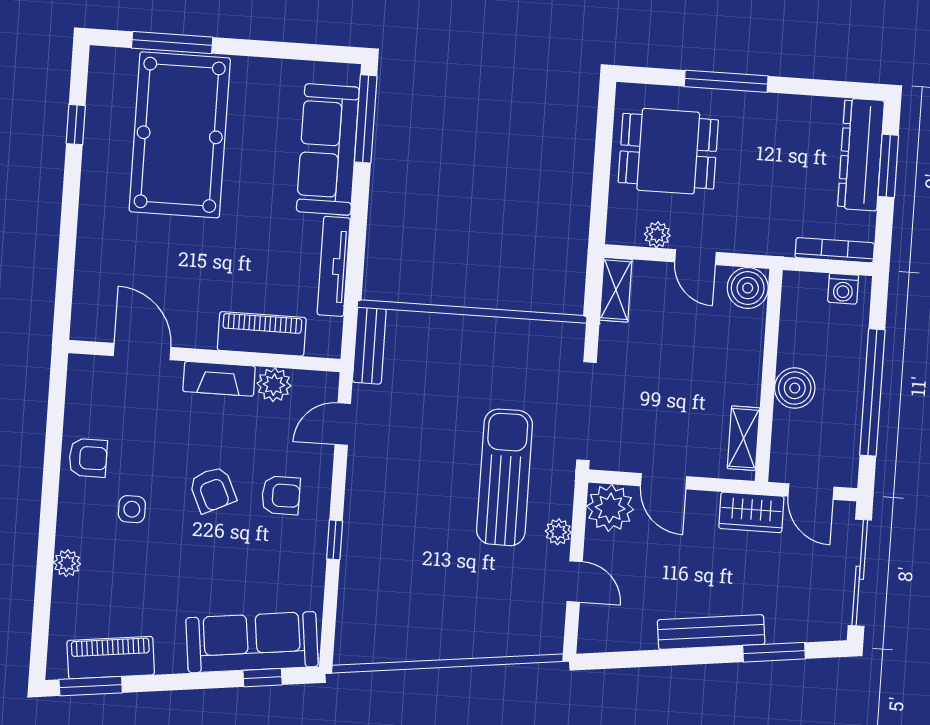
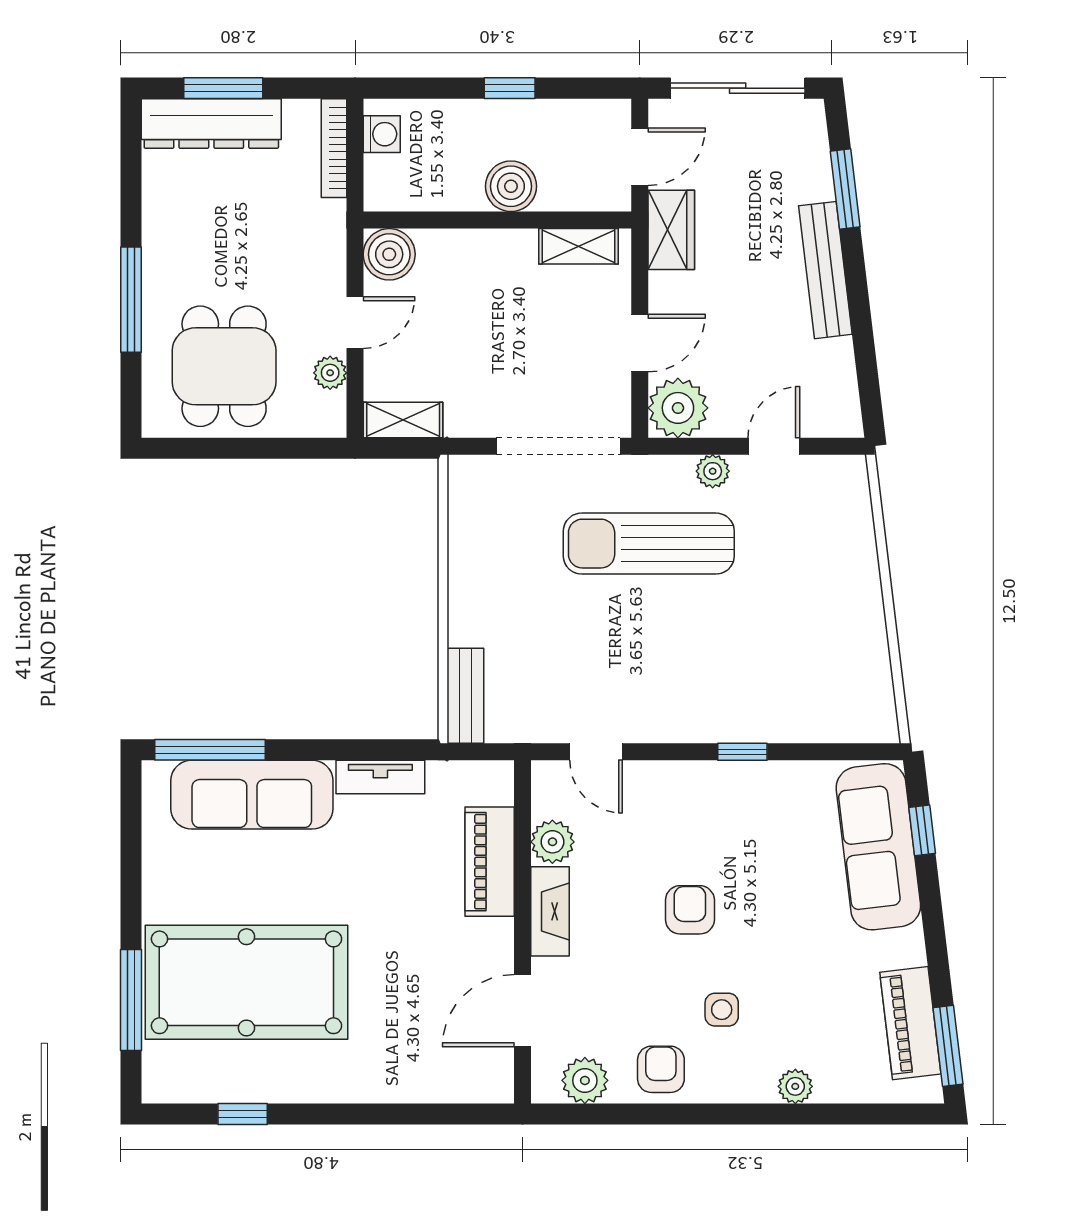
tv unit: (334, 266) -> (380, 777), width x0.71
bench: (369, 346) -> (465, 696), moved, turned 90
window: (872, 392) -> (510, 88), width x0.32
plant: (83, 397) -> (585, 1080), added
armchair: (213, 490) -> (690, 910), turned -65
armchair: (281, 495) -> (691, 823), removed

